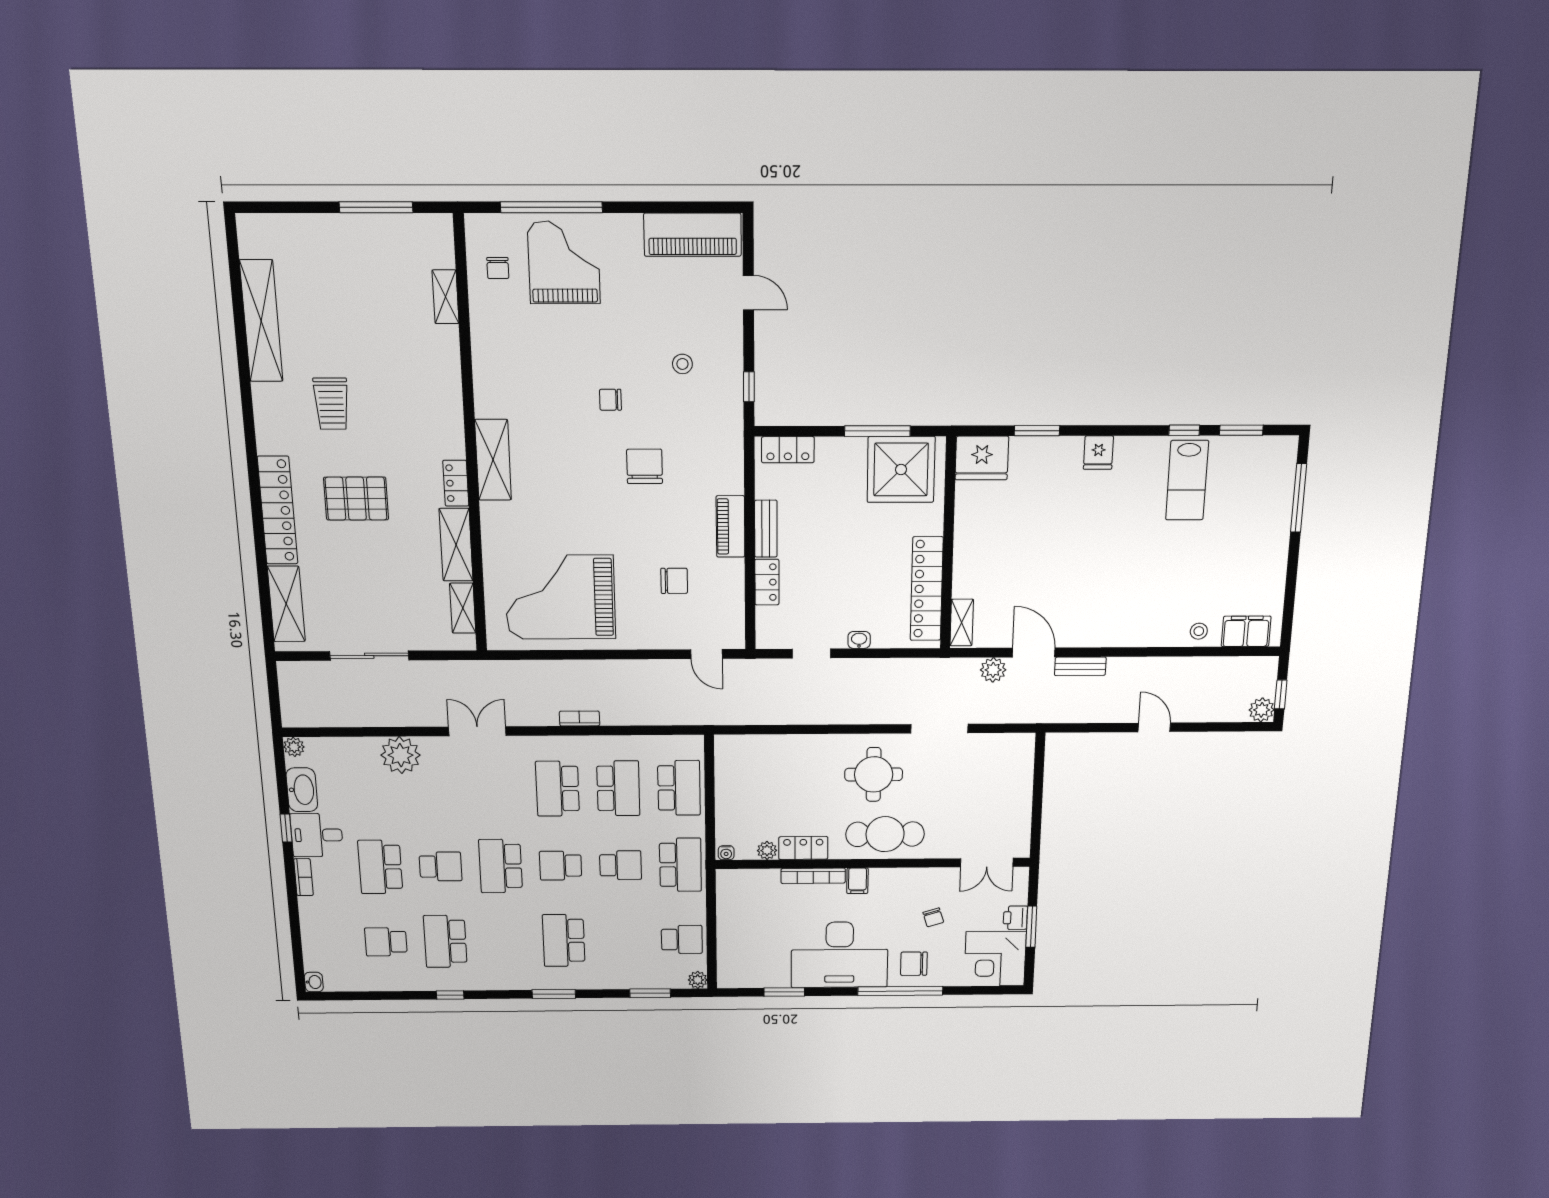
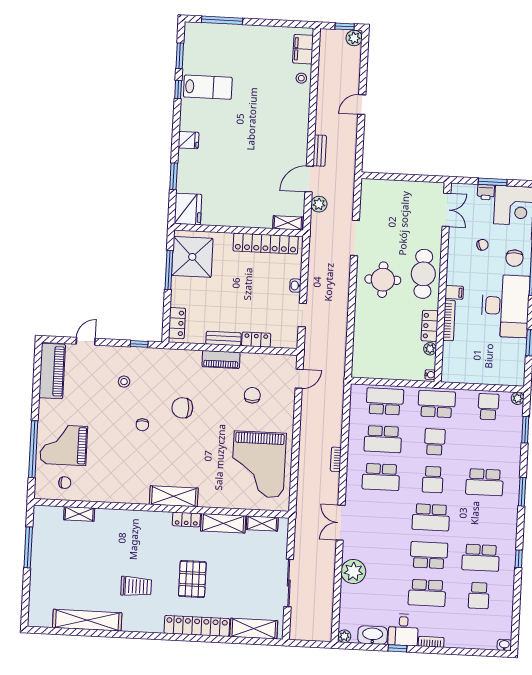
school desk: (618, 788) -> (383, 439), turned 180
school desk: (440, 866) -> (429, 555), width x1.85

